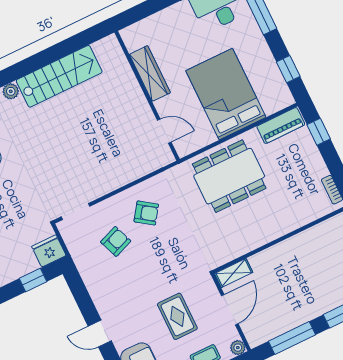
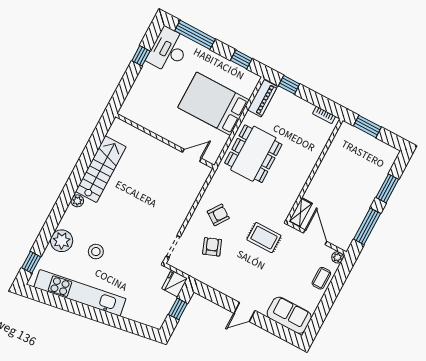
wardrobe: (150, 74) -> (156, 126), removed
rug: (177, 316) -> (264, 238), moved

